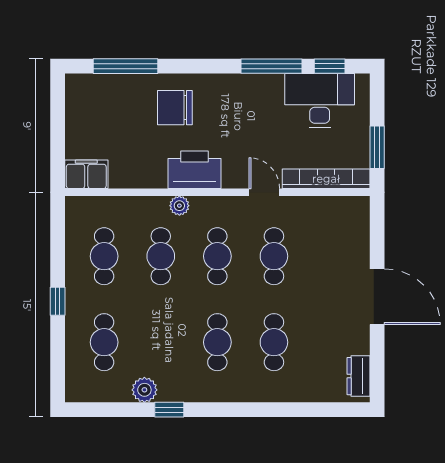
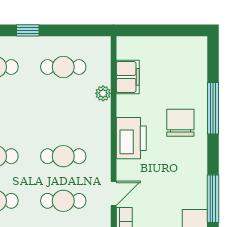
window: (126, 66) -> (213, 108), moved
filing cabinet: (86, 174) -> (128, 77), moved
plant: (179, 206) -> (103, 93), moved
cafe table: (161, 256) -> (63, 112), removed

